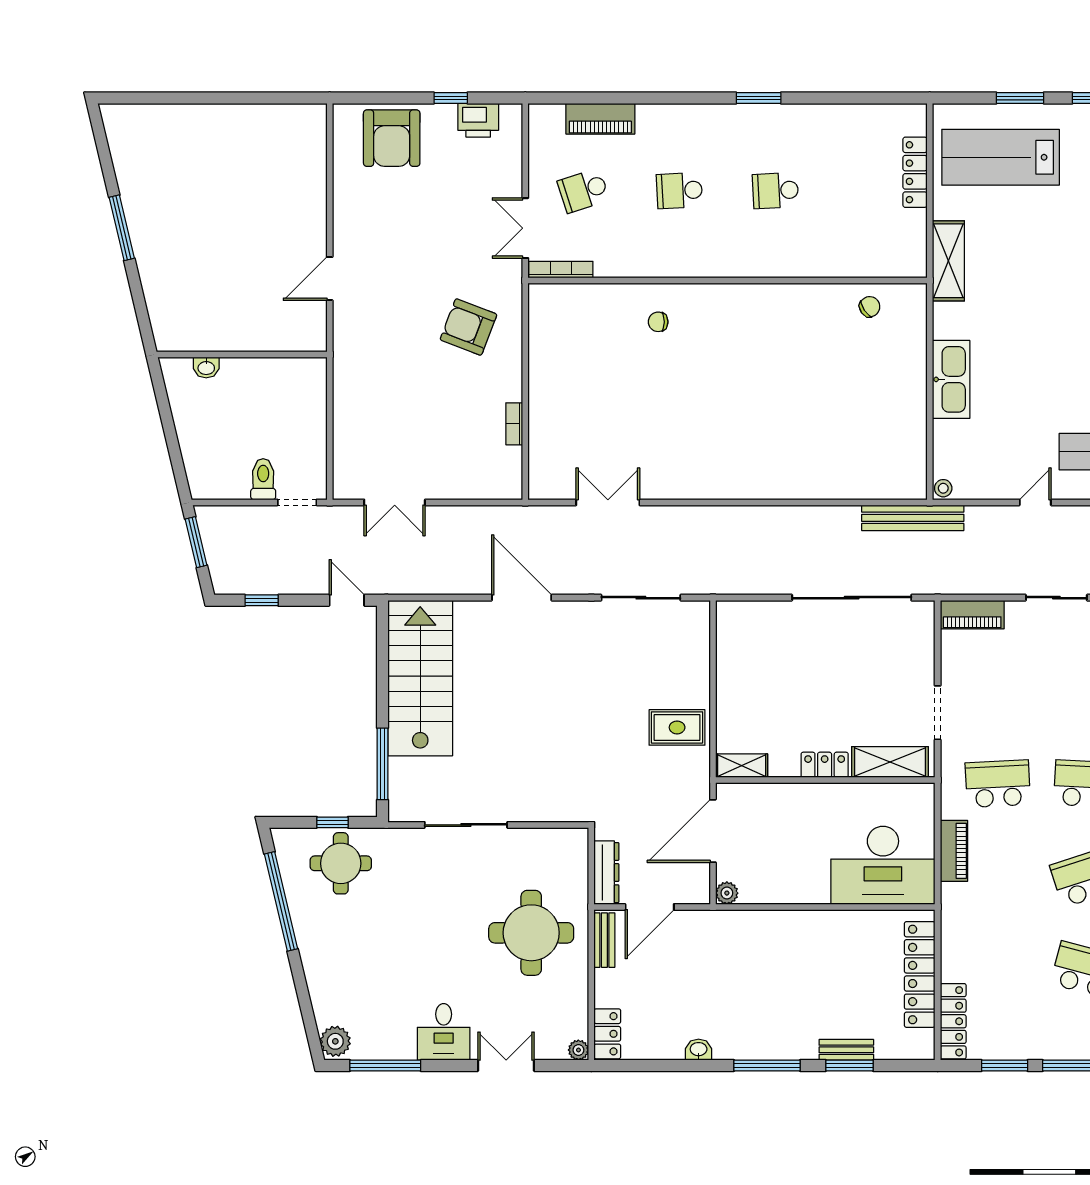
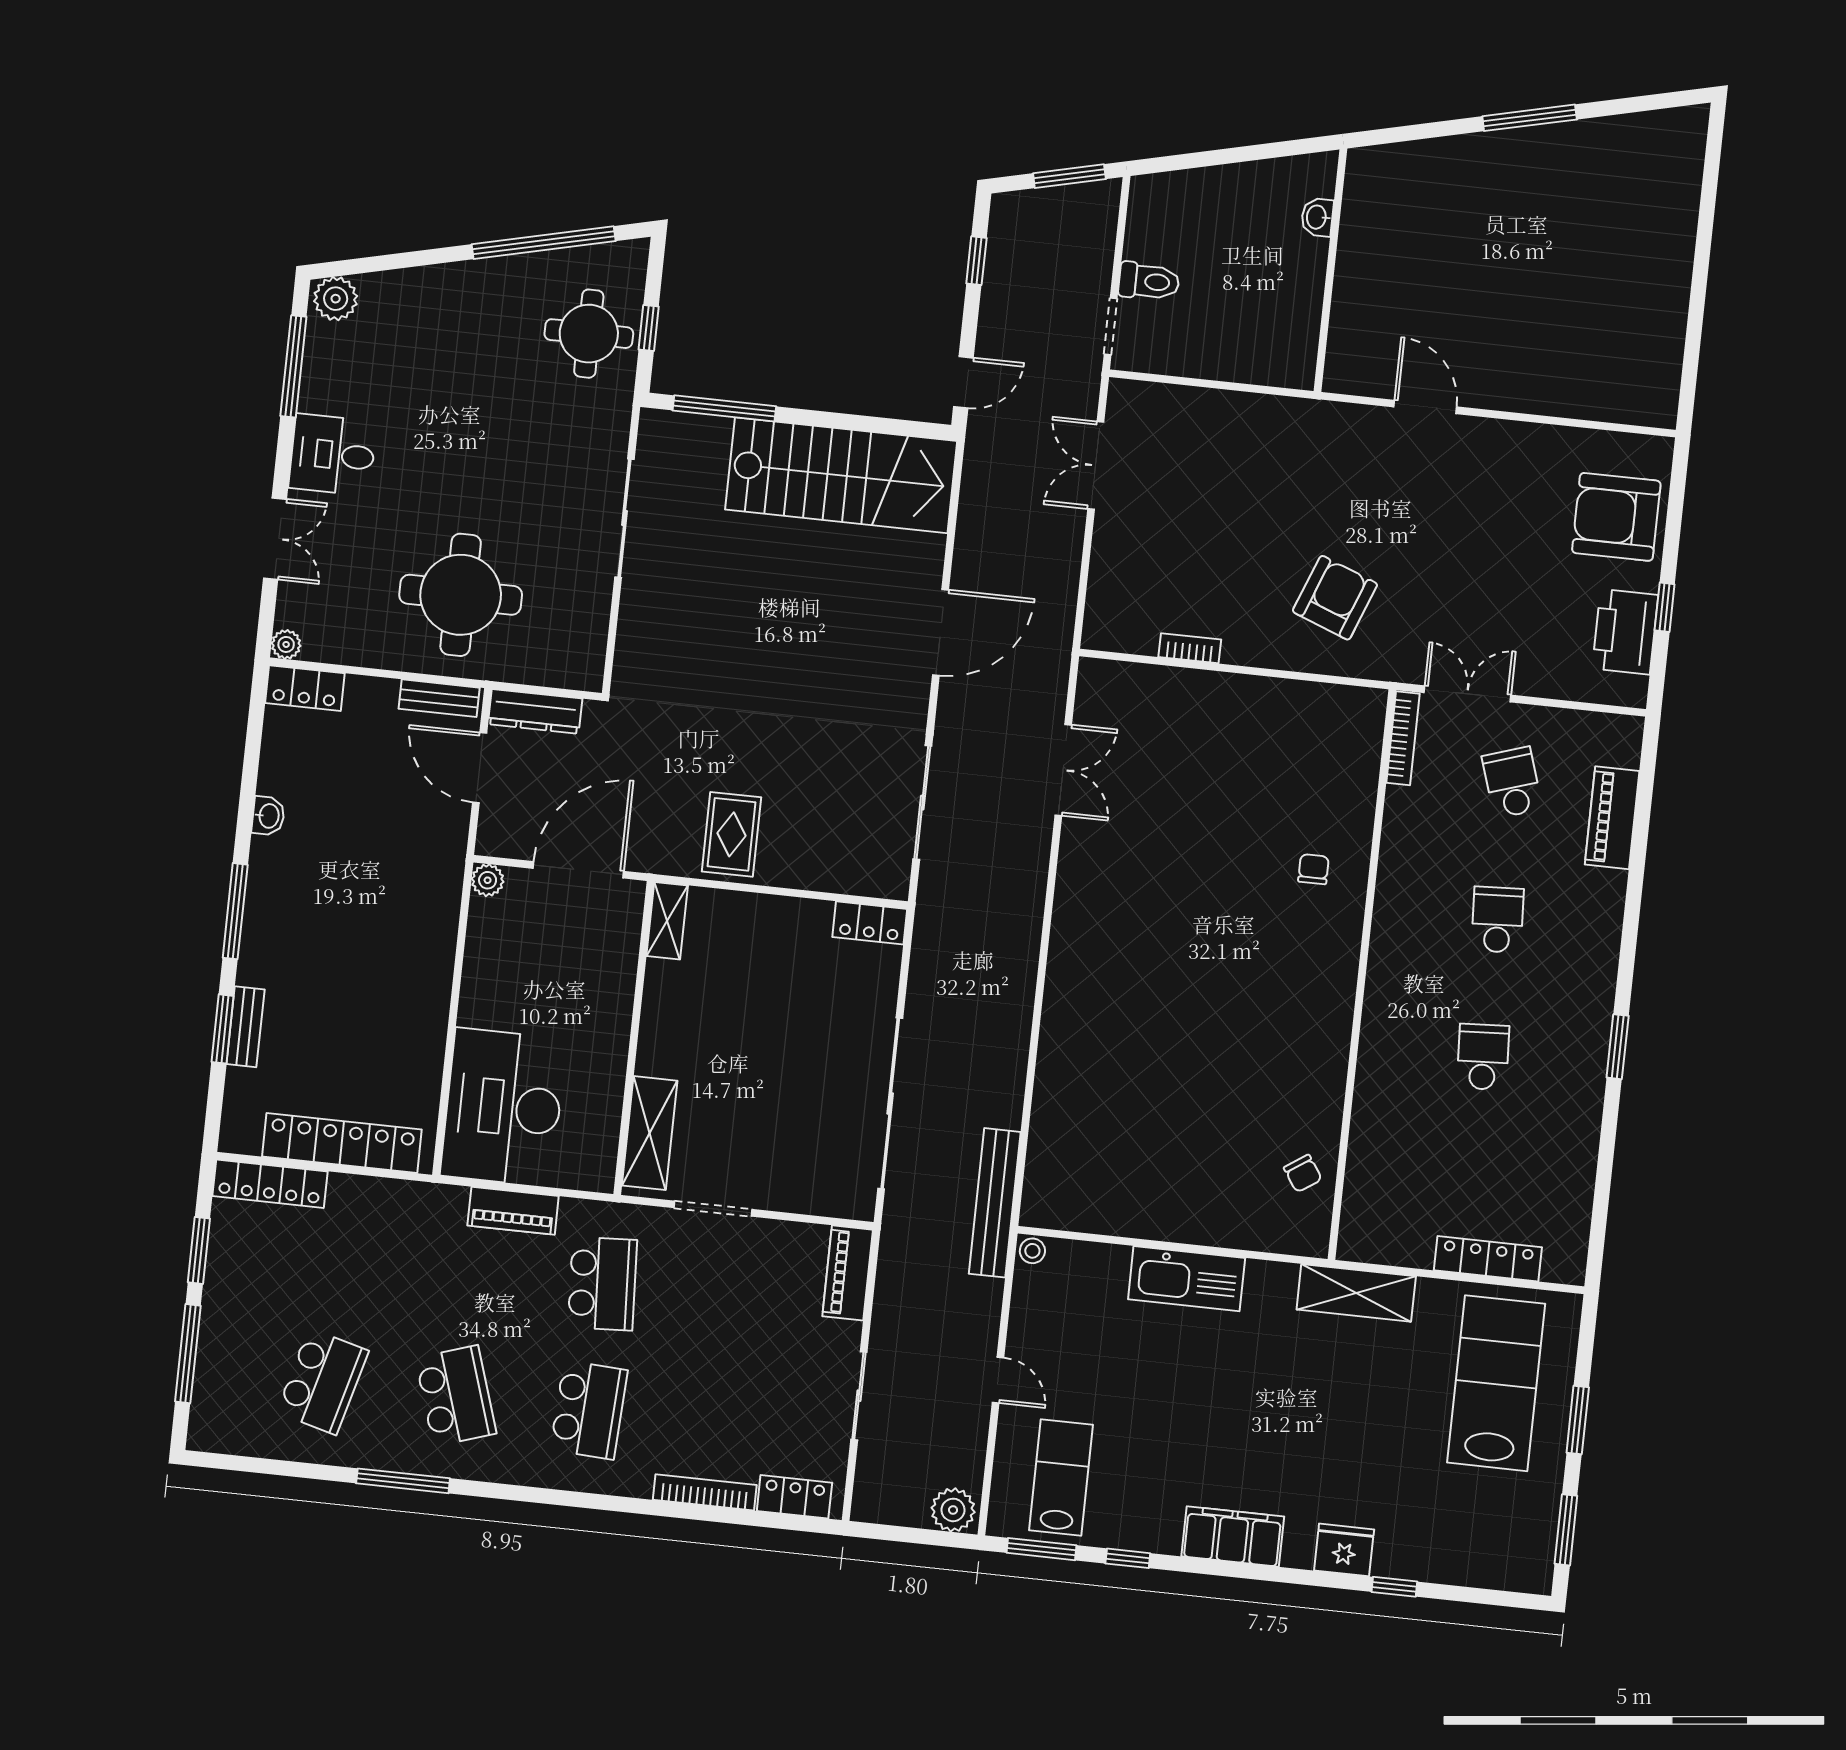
printer: (478, 120) -> (1625, 632), width x1.37, depth x1.19
locker: (825, 765) -> (870, 923), moved, turned 90
door: (713, 831) -> (578, 870), hinge flipped

